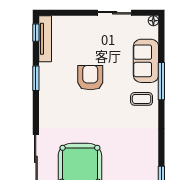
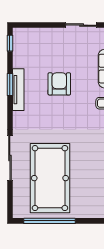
tv unit: (45, 39) -> (18, 90), moved

